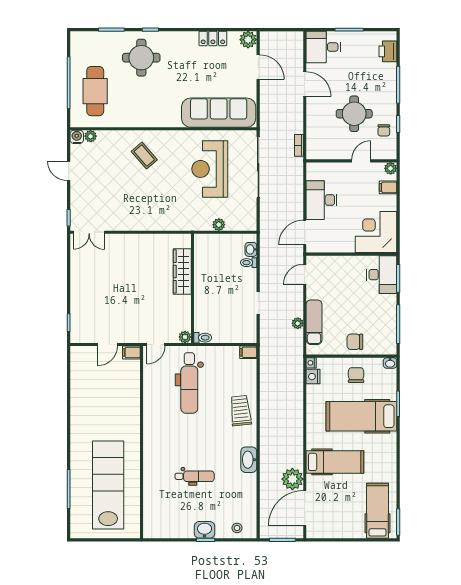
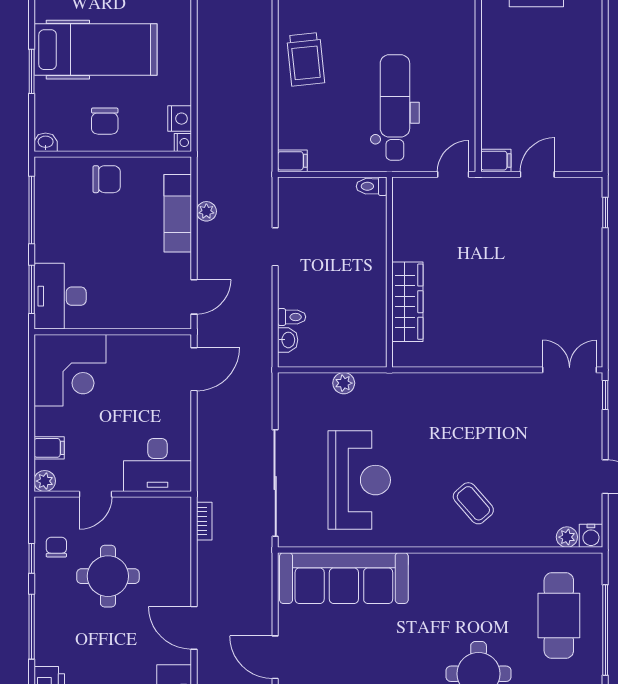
desk: (322, 200) -> (157, 465), moved, turned 90
plant: (185, 337) -> (403, 188), removed

